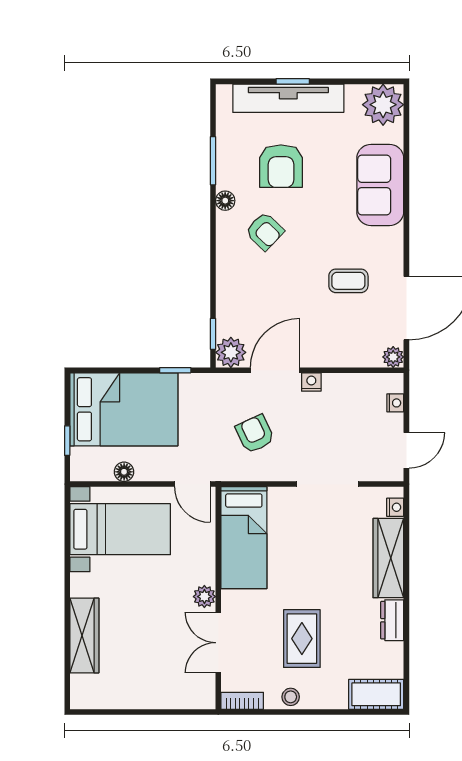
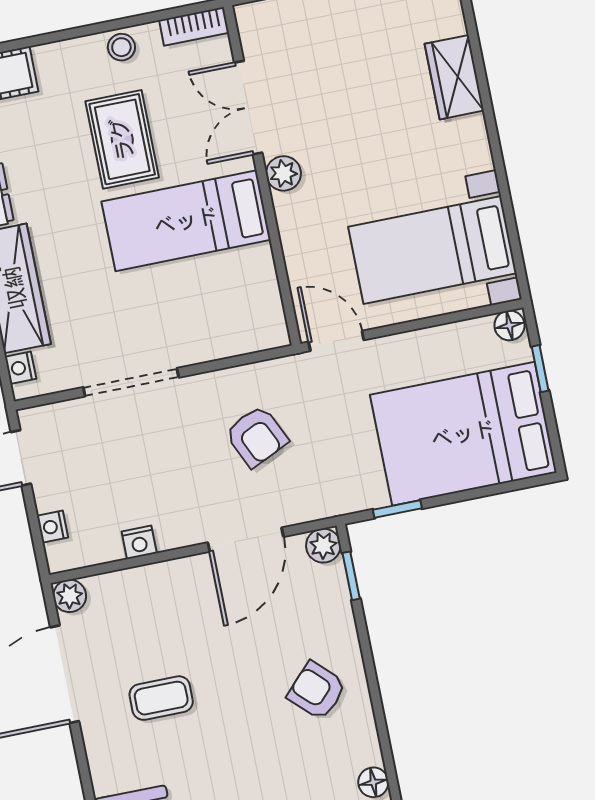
armchair: (265, 231) -> (317, 691), moved
plant: (231, 352) -> (323, 546), width x0.73, depth x0.73
nightstand: (311, 382) -> (139, 542), moved
floor lamp: (124, 472) -> (509, 325), moved
bed: (244, 538) -> (186, 221), moved, turned -90
wardrobe: (84, 636) -> (454, 77), width x0.67
double door: (218, 643) -> (248, 108), swing flipped

